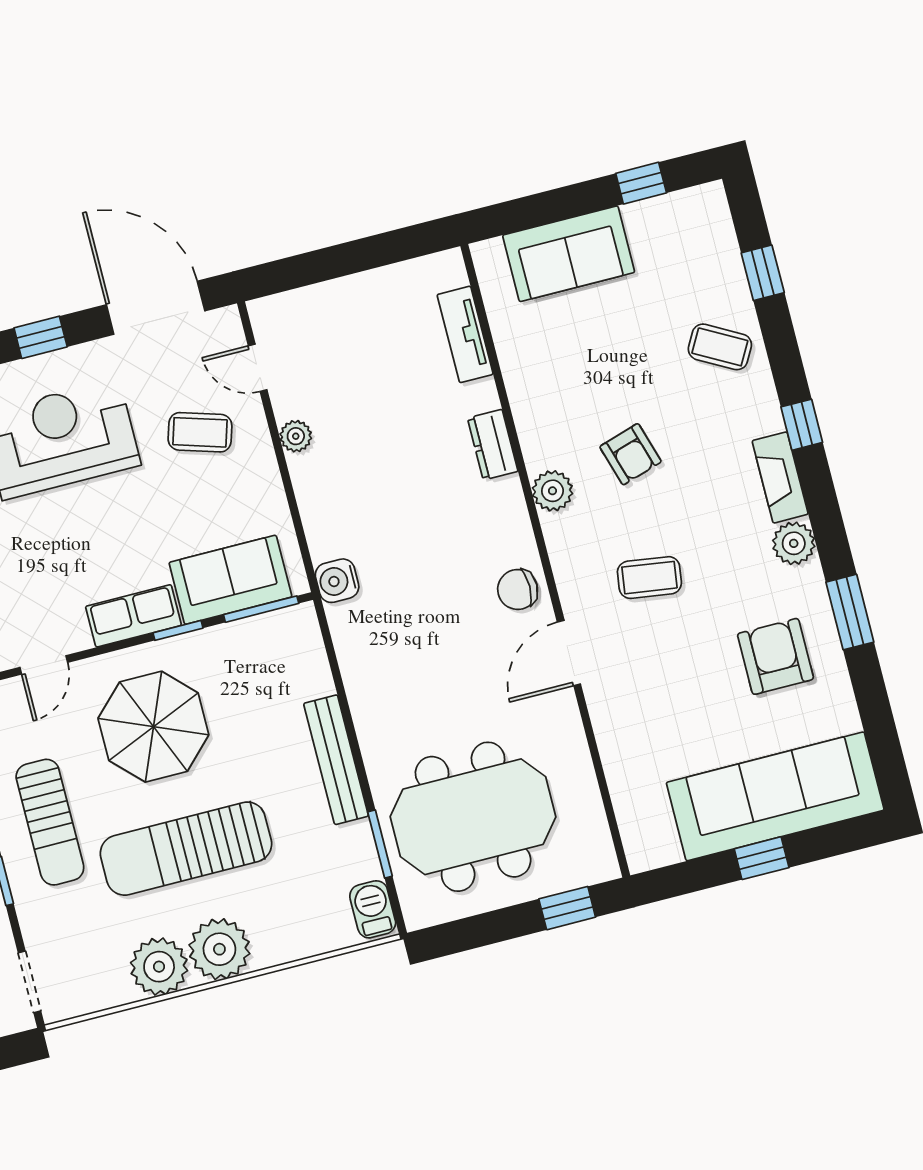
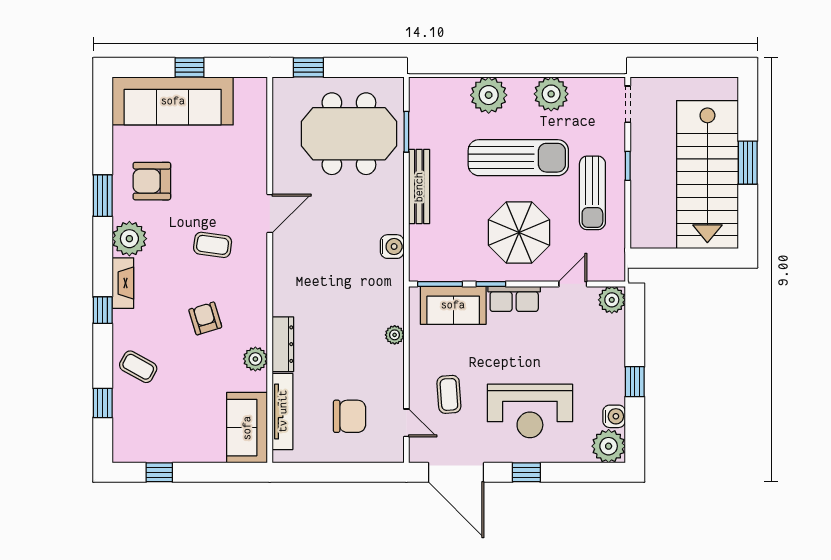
sofa: (569, 254) -> (247, 428), moved, turned -90
tv unit: (465, 334) -> (283, 411), width x1.41
coffee table: (200, 432) -> (449, 394), turned 69
plant: (296, 436) -> (395, 335), moved
dresser: (493, 445) -> (283, 344), width x1.44
plant: (552, 491) -> (255, 359), moved
plant: (794, 543) -> (129, 239), width x1.36, depth x1.36
water cooler: (337, 581) -> (392, 247), moved
chair: (518, 589) -> (350, 416), moved, width x1.37, depth x1.37
armchair: (775, 656) -> (152, 181), turned 90
sun lounger: (50, 822) -> (592, 193), turned 180
barbecue: (373, 909) -> (420, 95), removed
plant: (219, 949) -> (489, 95), moved

